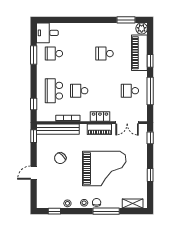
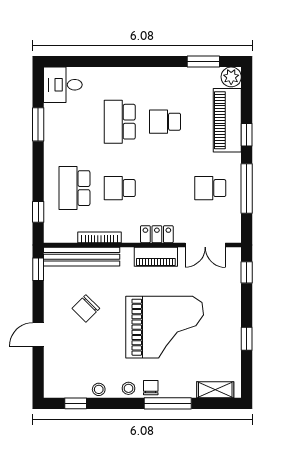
school desk: (54, 54) -> (120, 122), moved, width x1.85

